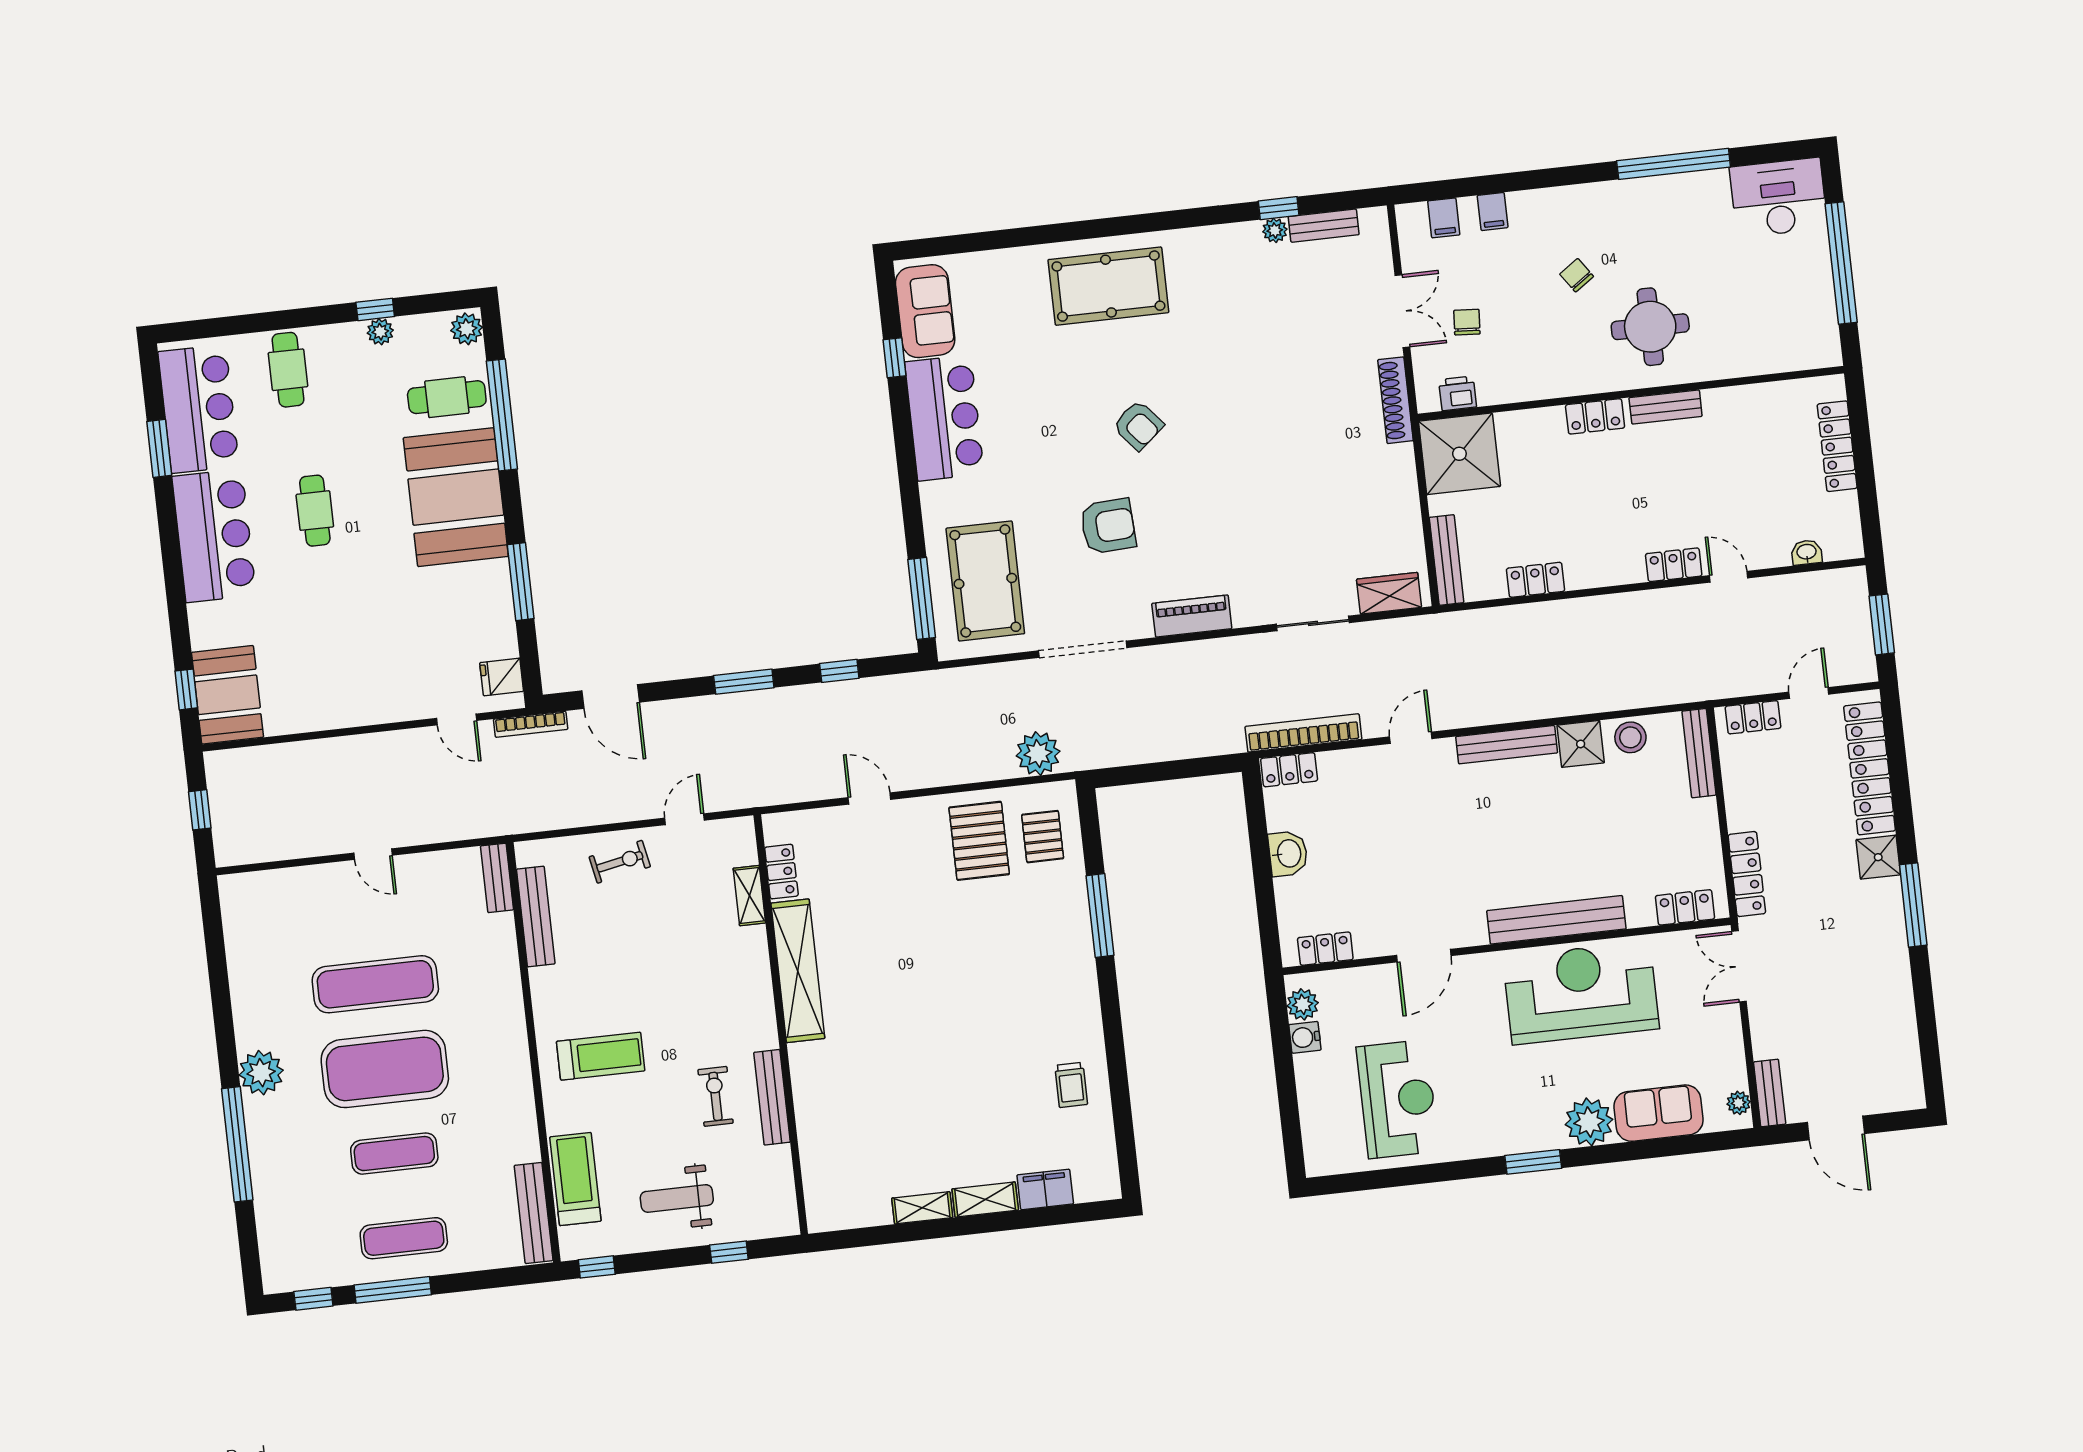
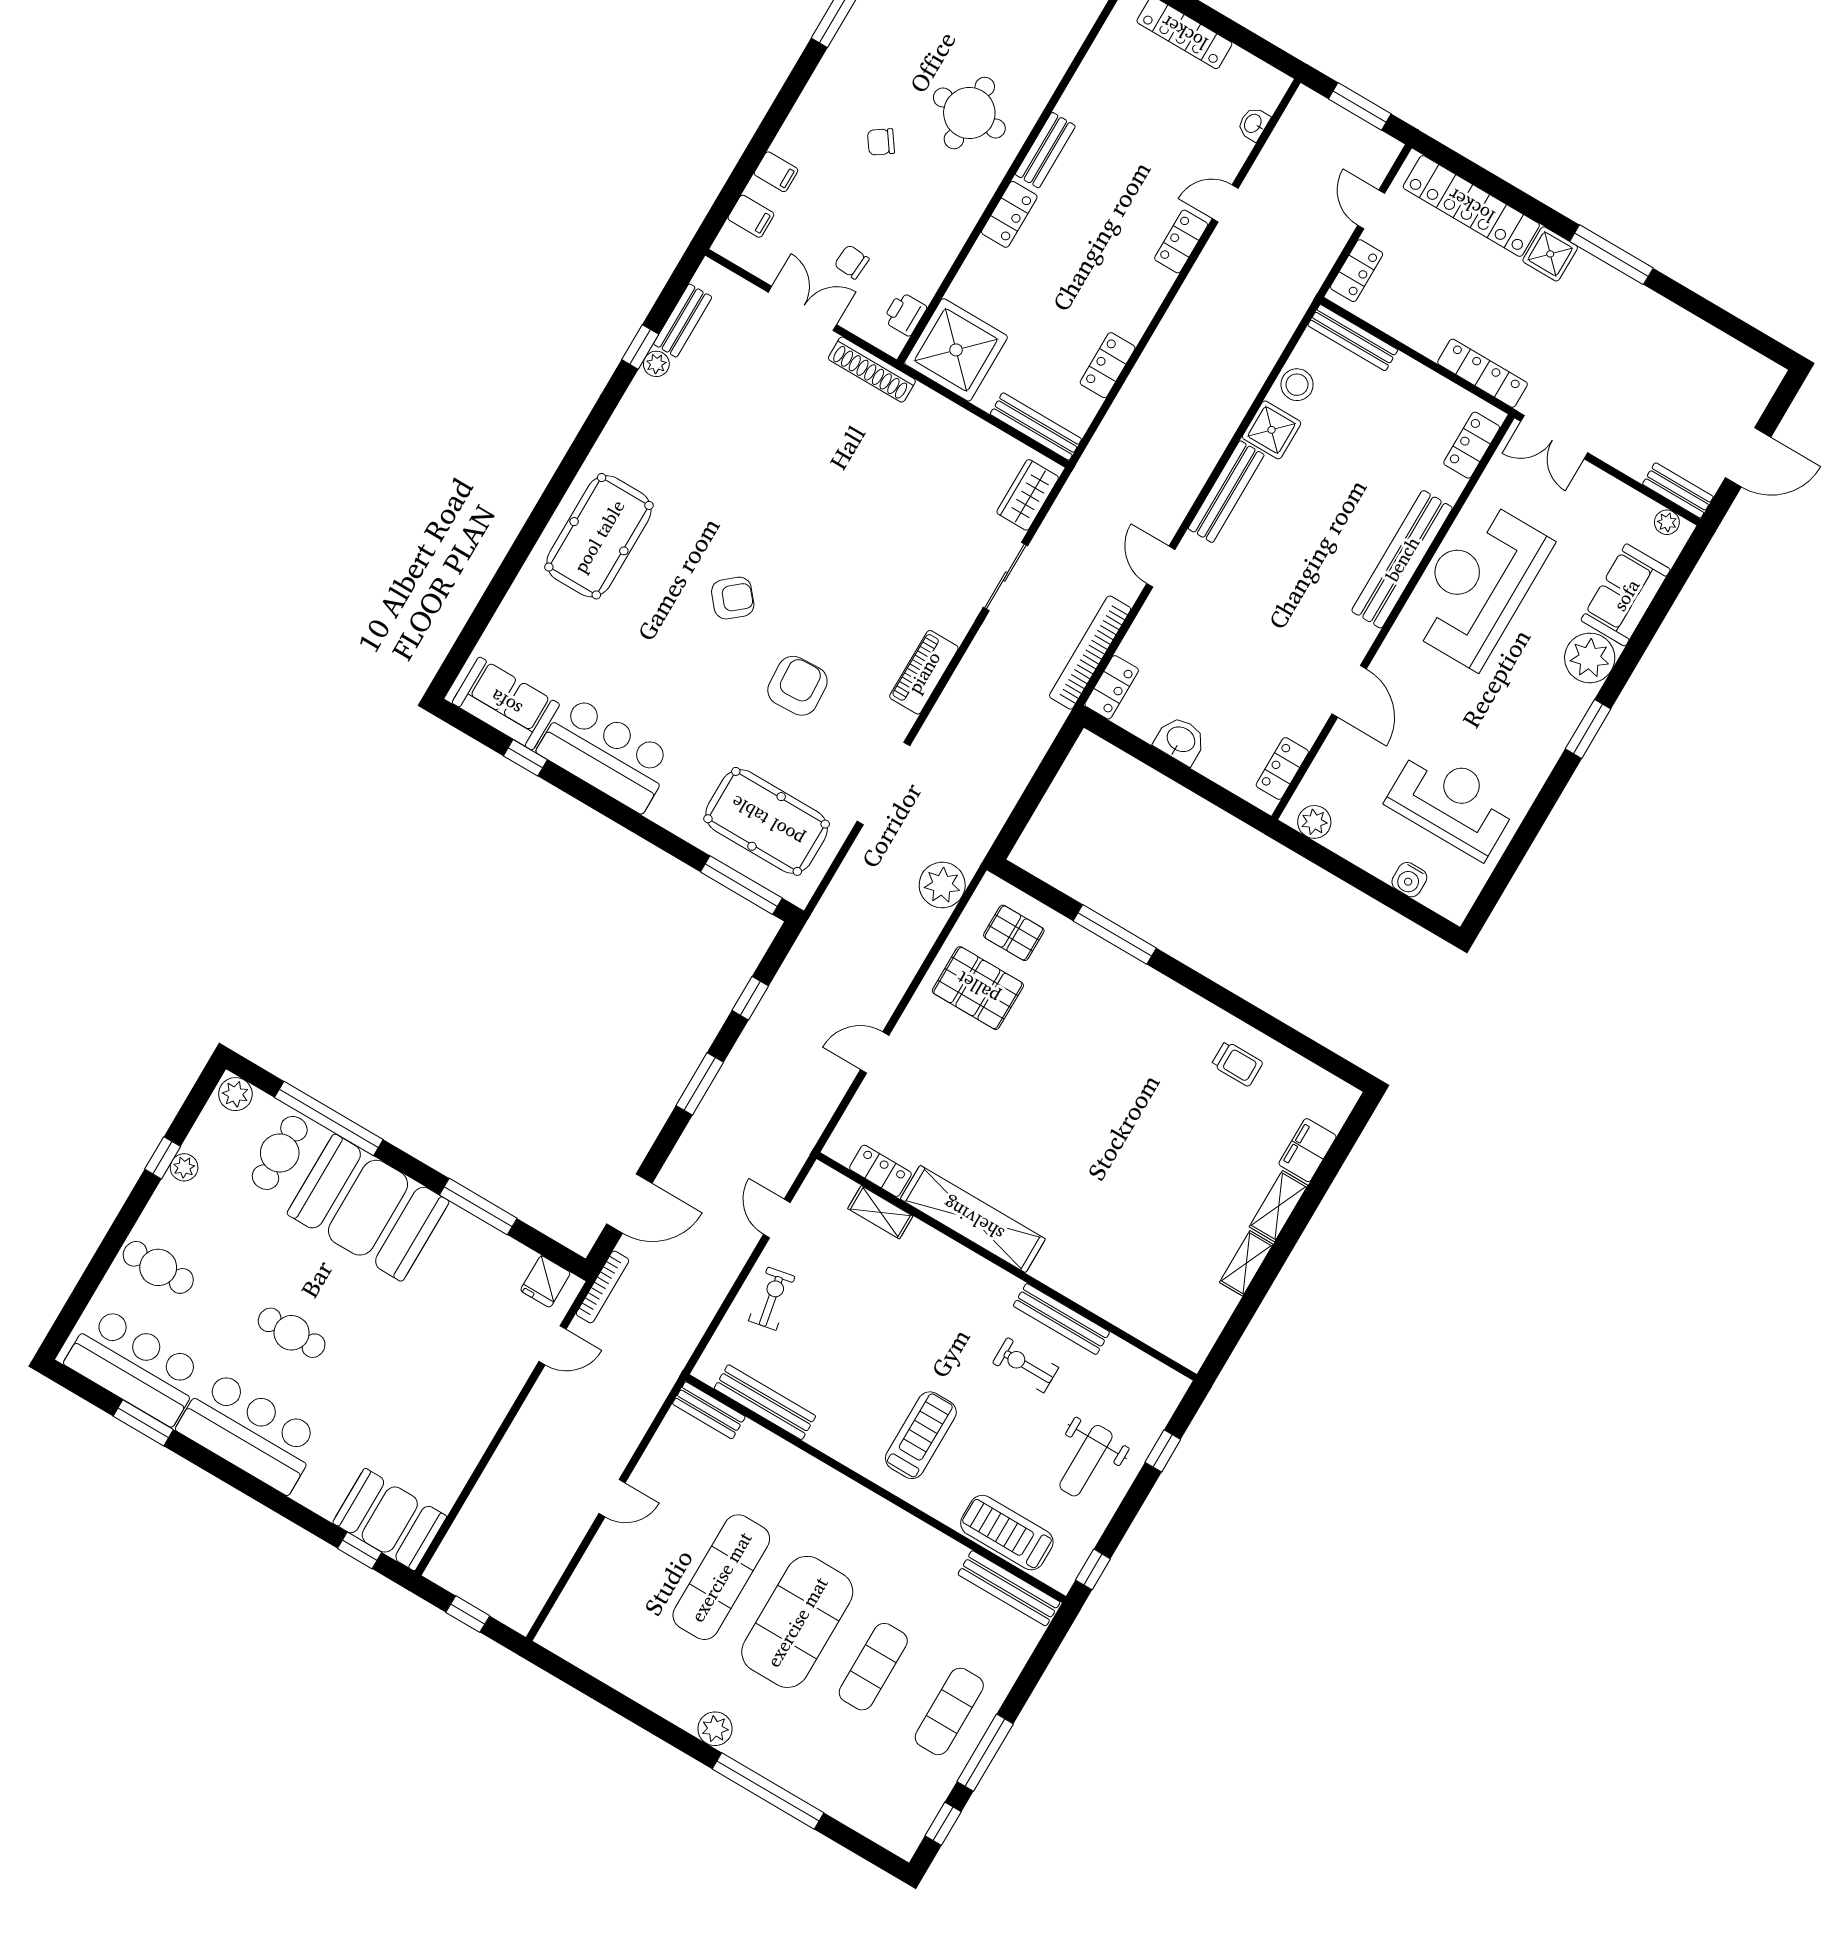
water cooler: (1305, 1037) -> (1409, 880), moved
plant: (261, 1073) -> (715, 1729), width x0.73, depth x0.73

